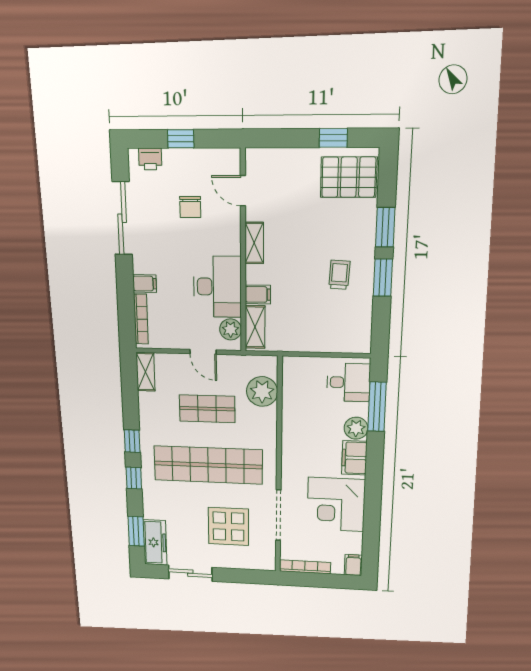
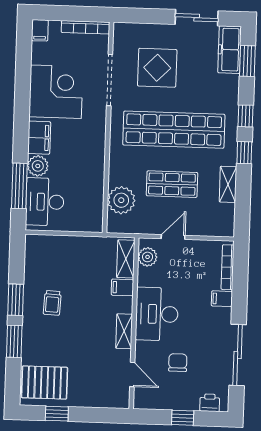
desk: (217, 287) -> (157, 314), moved
door: (203, 352) -> (173, 237), hinge flipped
shelving: (146, 372) -> (228, 184), moved
desk: (348, 382) -> (45, 202), width x1.37

